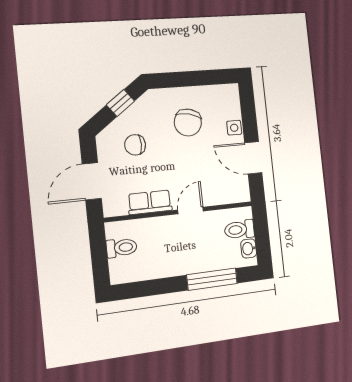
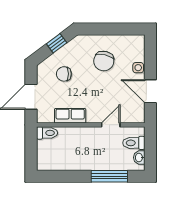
door: (191, 210) -> (111, 125), moved
toilet: (122, 248) -> (47, 133), moved

